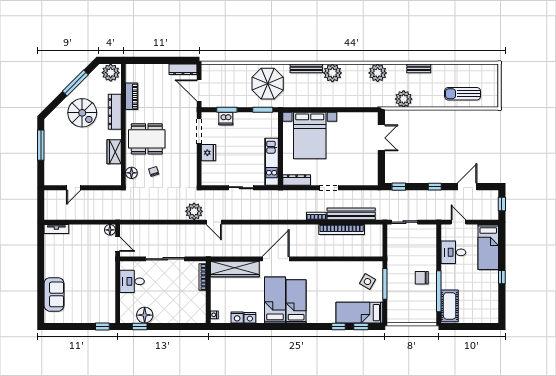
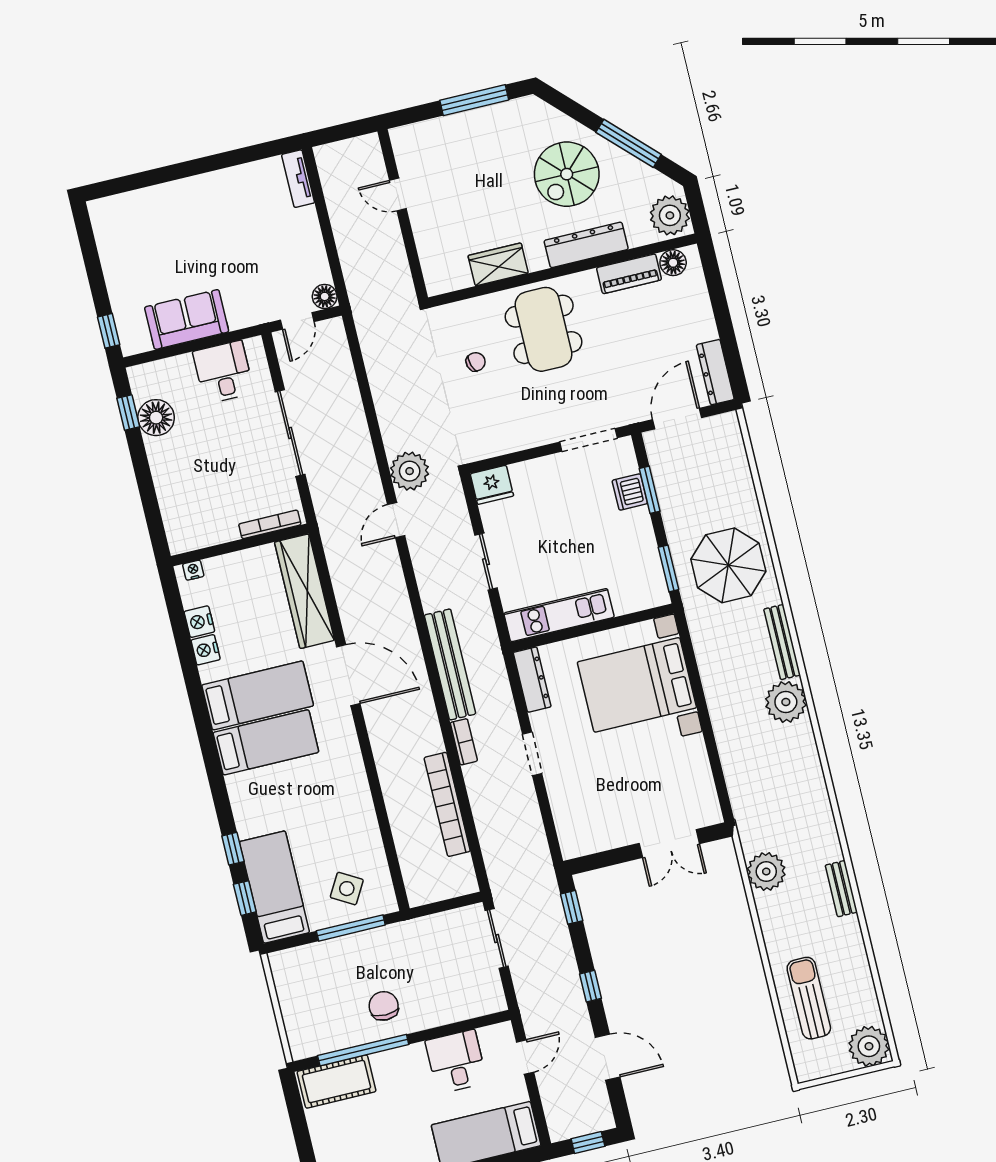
plant: (378, 73) -> (869, 1046), moved
fridge: (208, 153) -> (492, 485), moved
floor lamp: (131, 173) -> (673, 263), moved
bench: (351, 214) -> (450, 664), moved
sofa: (54, 294) -> (187, 319), moved, turned 180

